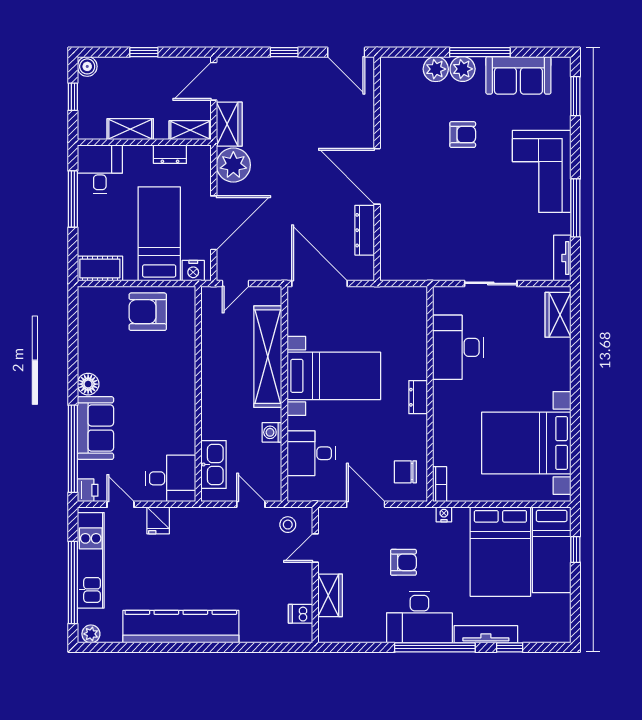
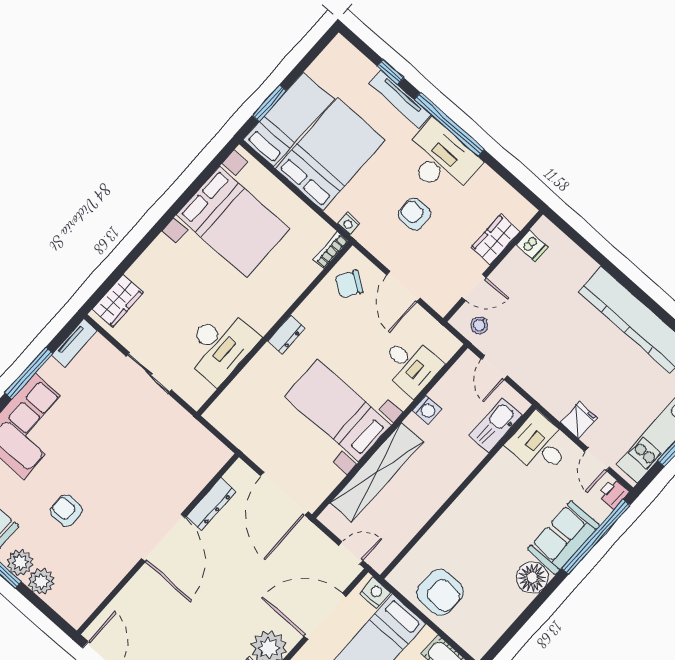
floor lamp: (88, 384) -> (532, 578), width x1.38, depth x1.38
chair: (405, 472) -> (349, 284), turned 122
window: (575, 549) -> (269, 103), width x1.50

